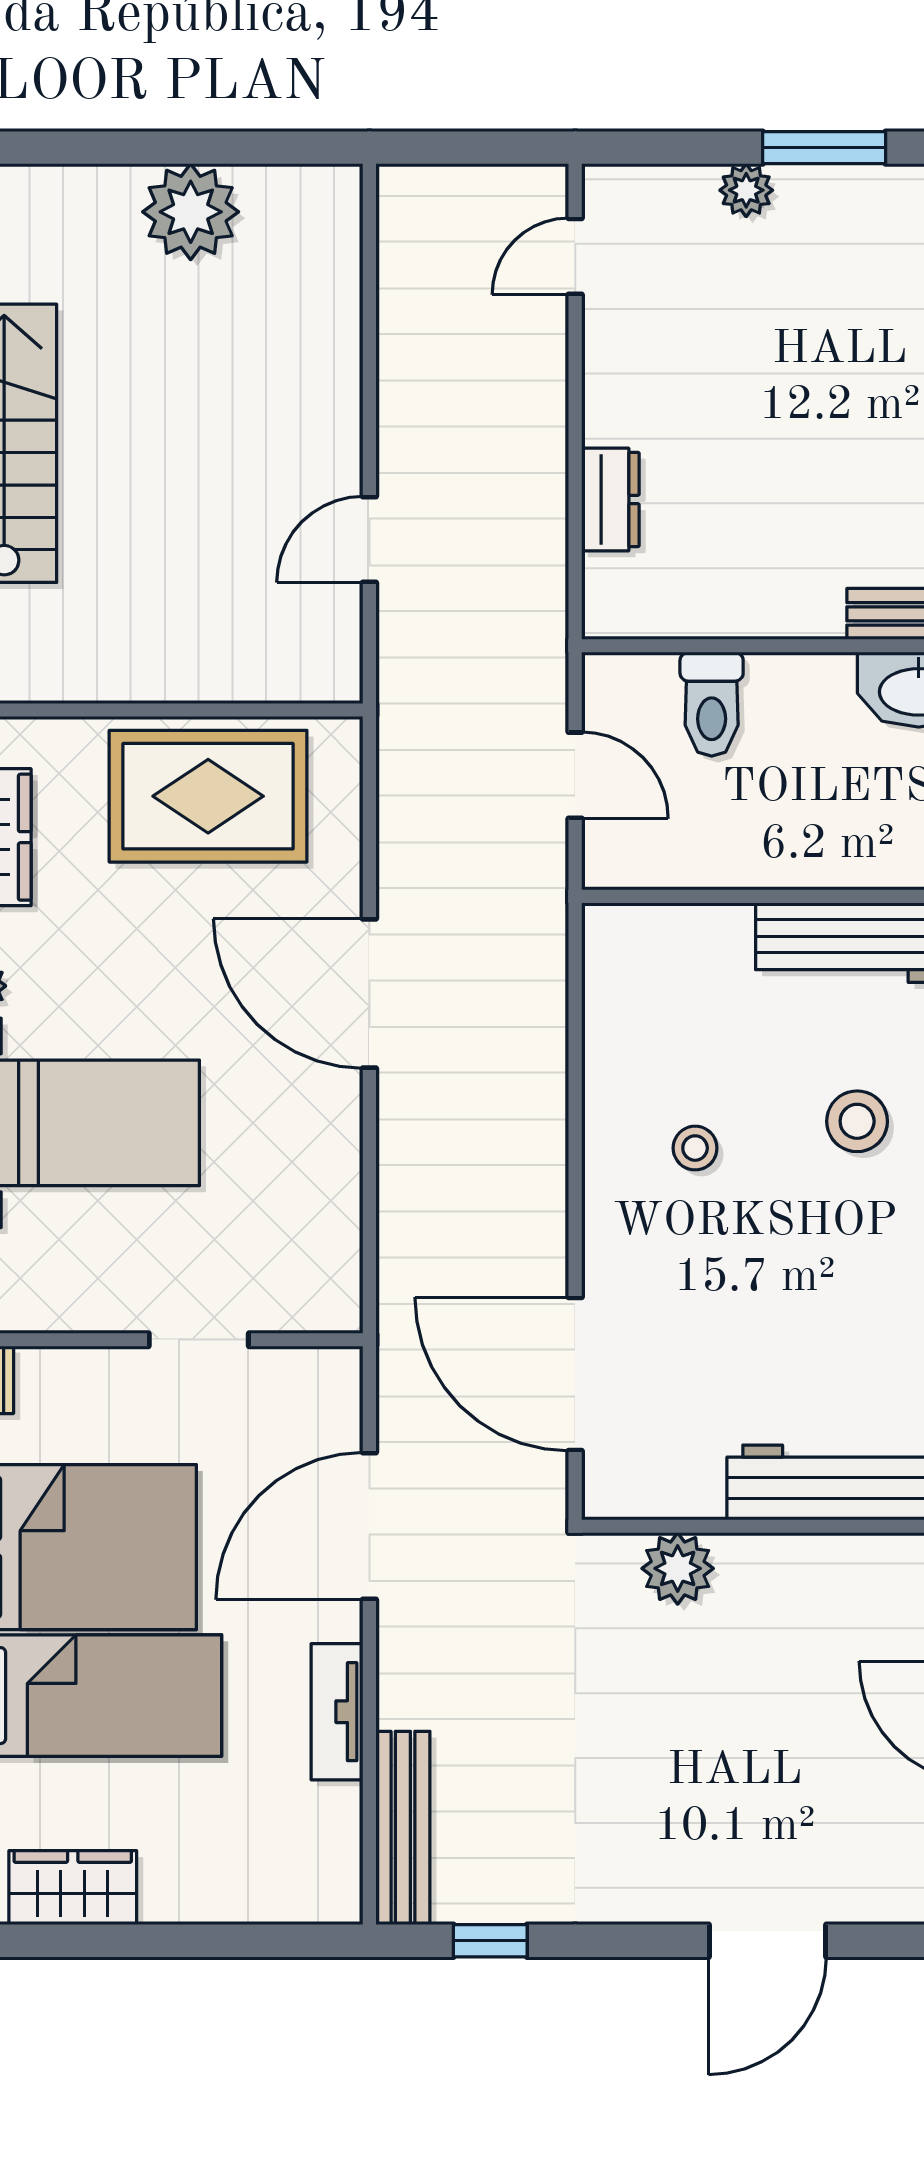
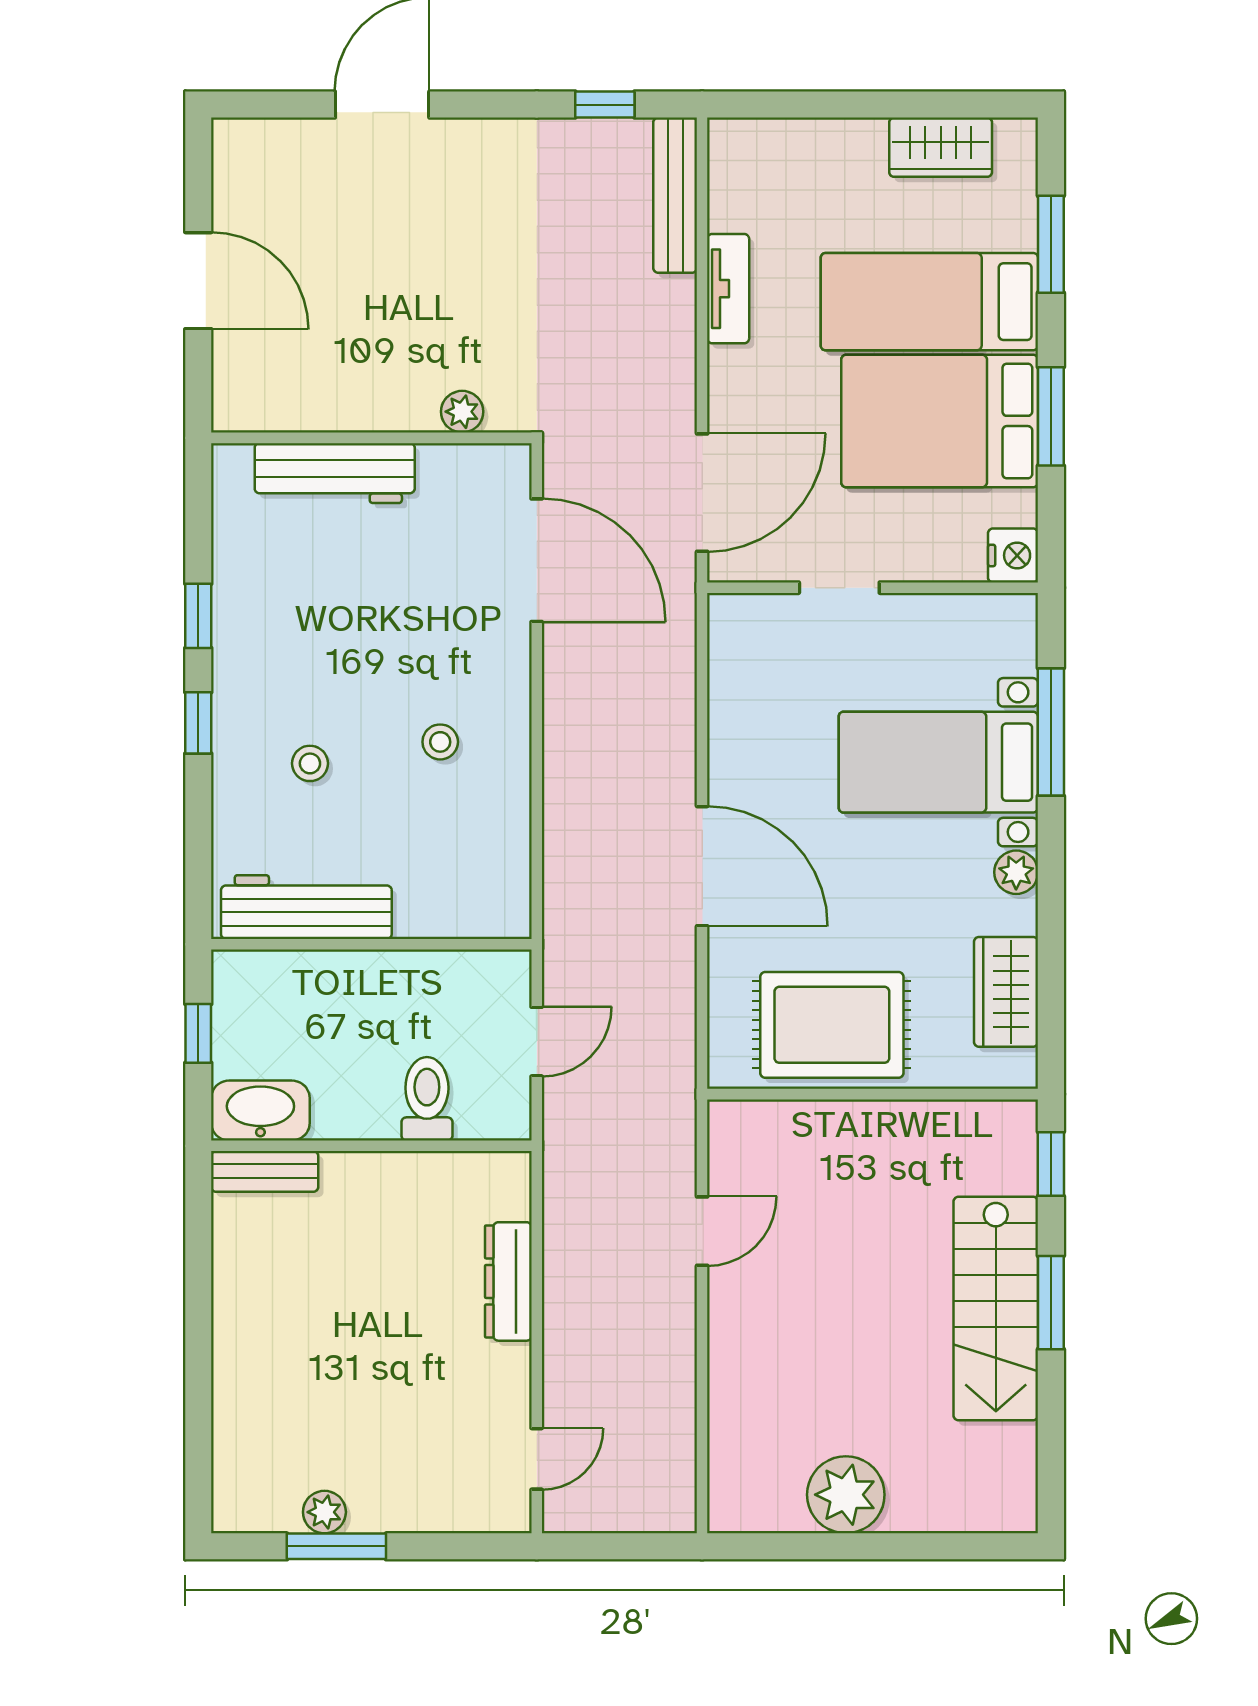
plant: (746, 190) -> (324, 1512), moved
dresser: (610, 499) -> (508, 1281), width x1.44
door: (575, 775) -> (537, 1042), swing flipped
stool: (857, 1121) -> (310, 763), width x0.73, depth x0.73
door: (369, 1526) -> (702, 493), moved
plant: (678, 1568) -> (462, 412), width x0.73, depth x0.73

